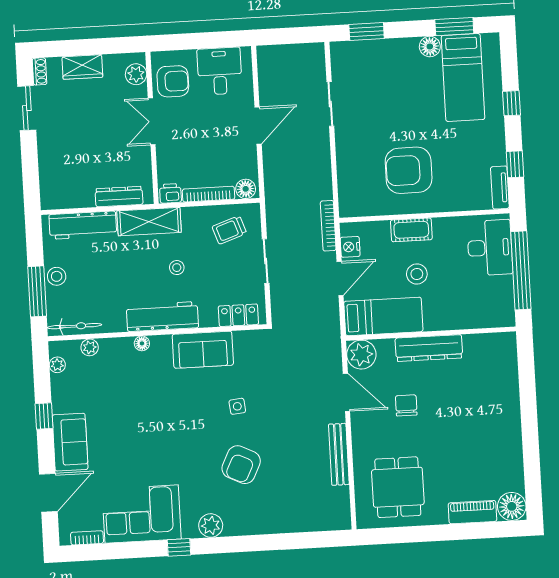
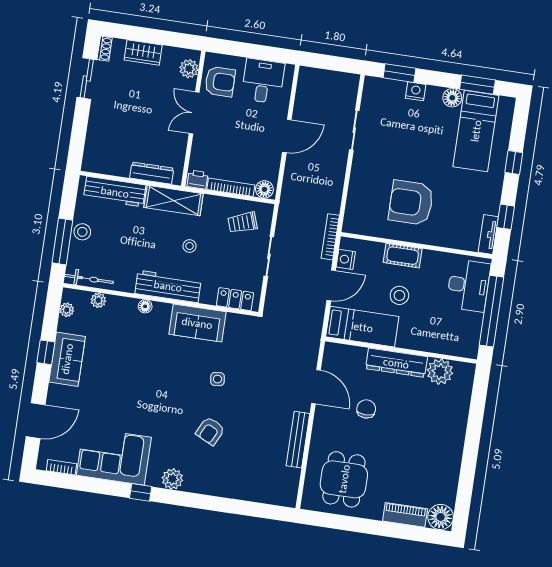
nightstand: (388, 48) -> (416, 91), added
plant: (361, 355) -> (440, 372), moved
sofa: (70, 442) -> (67, 359), moved
armchair: (241, 465) -> (210, 431), width x0.72, depth x0.72

